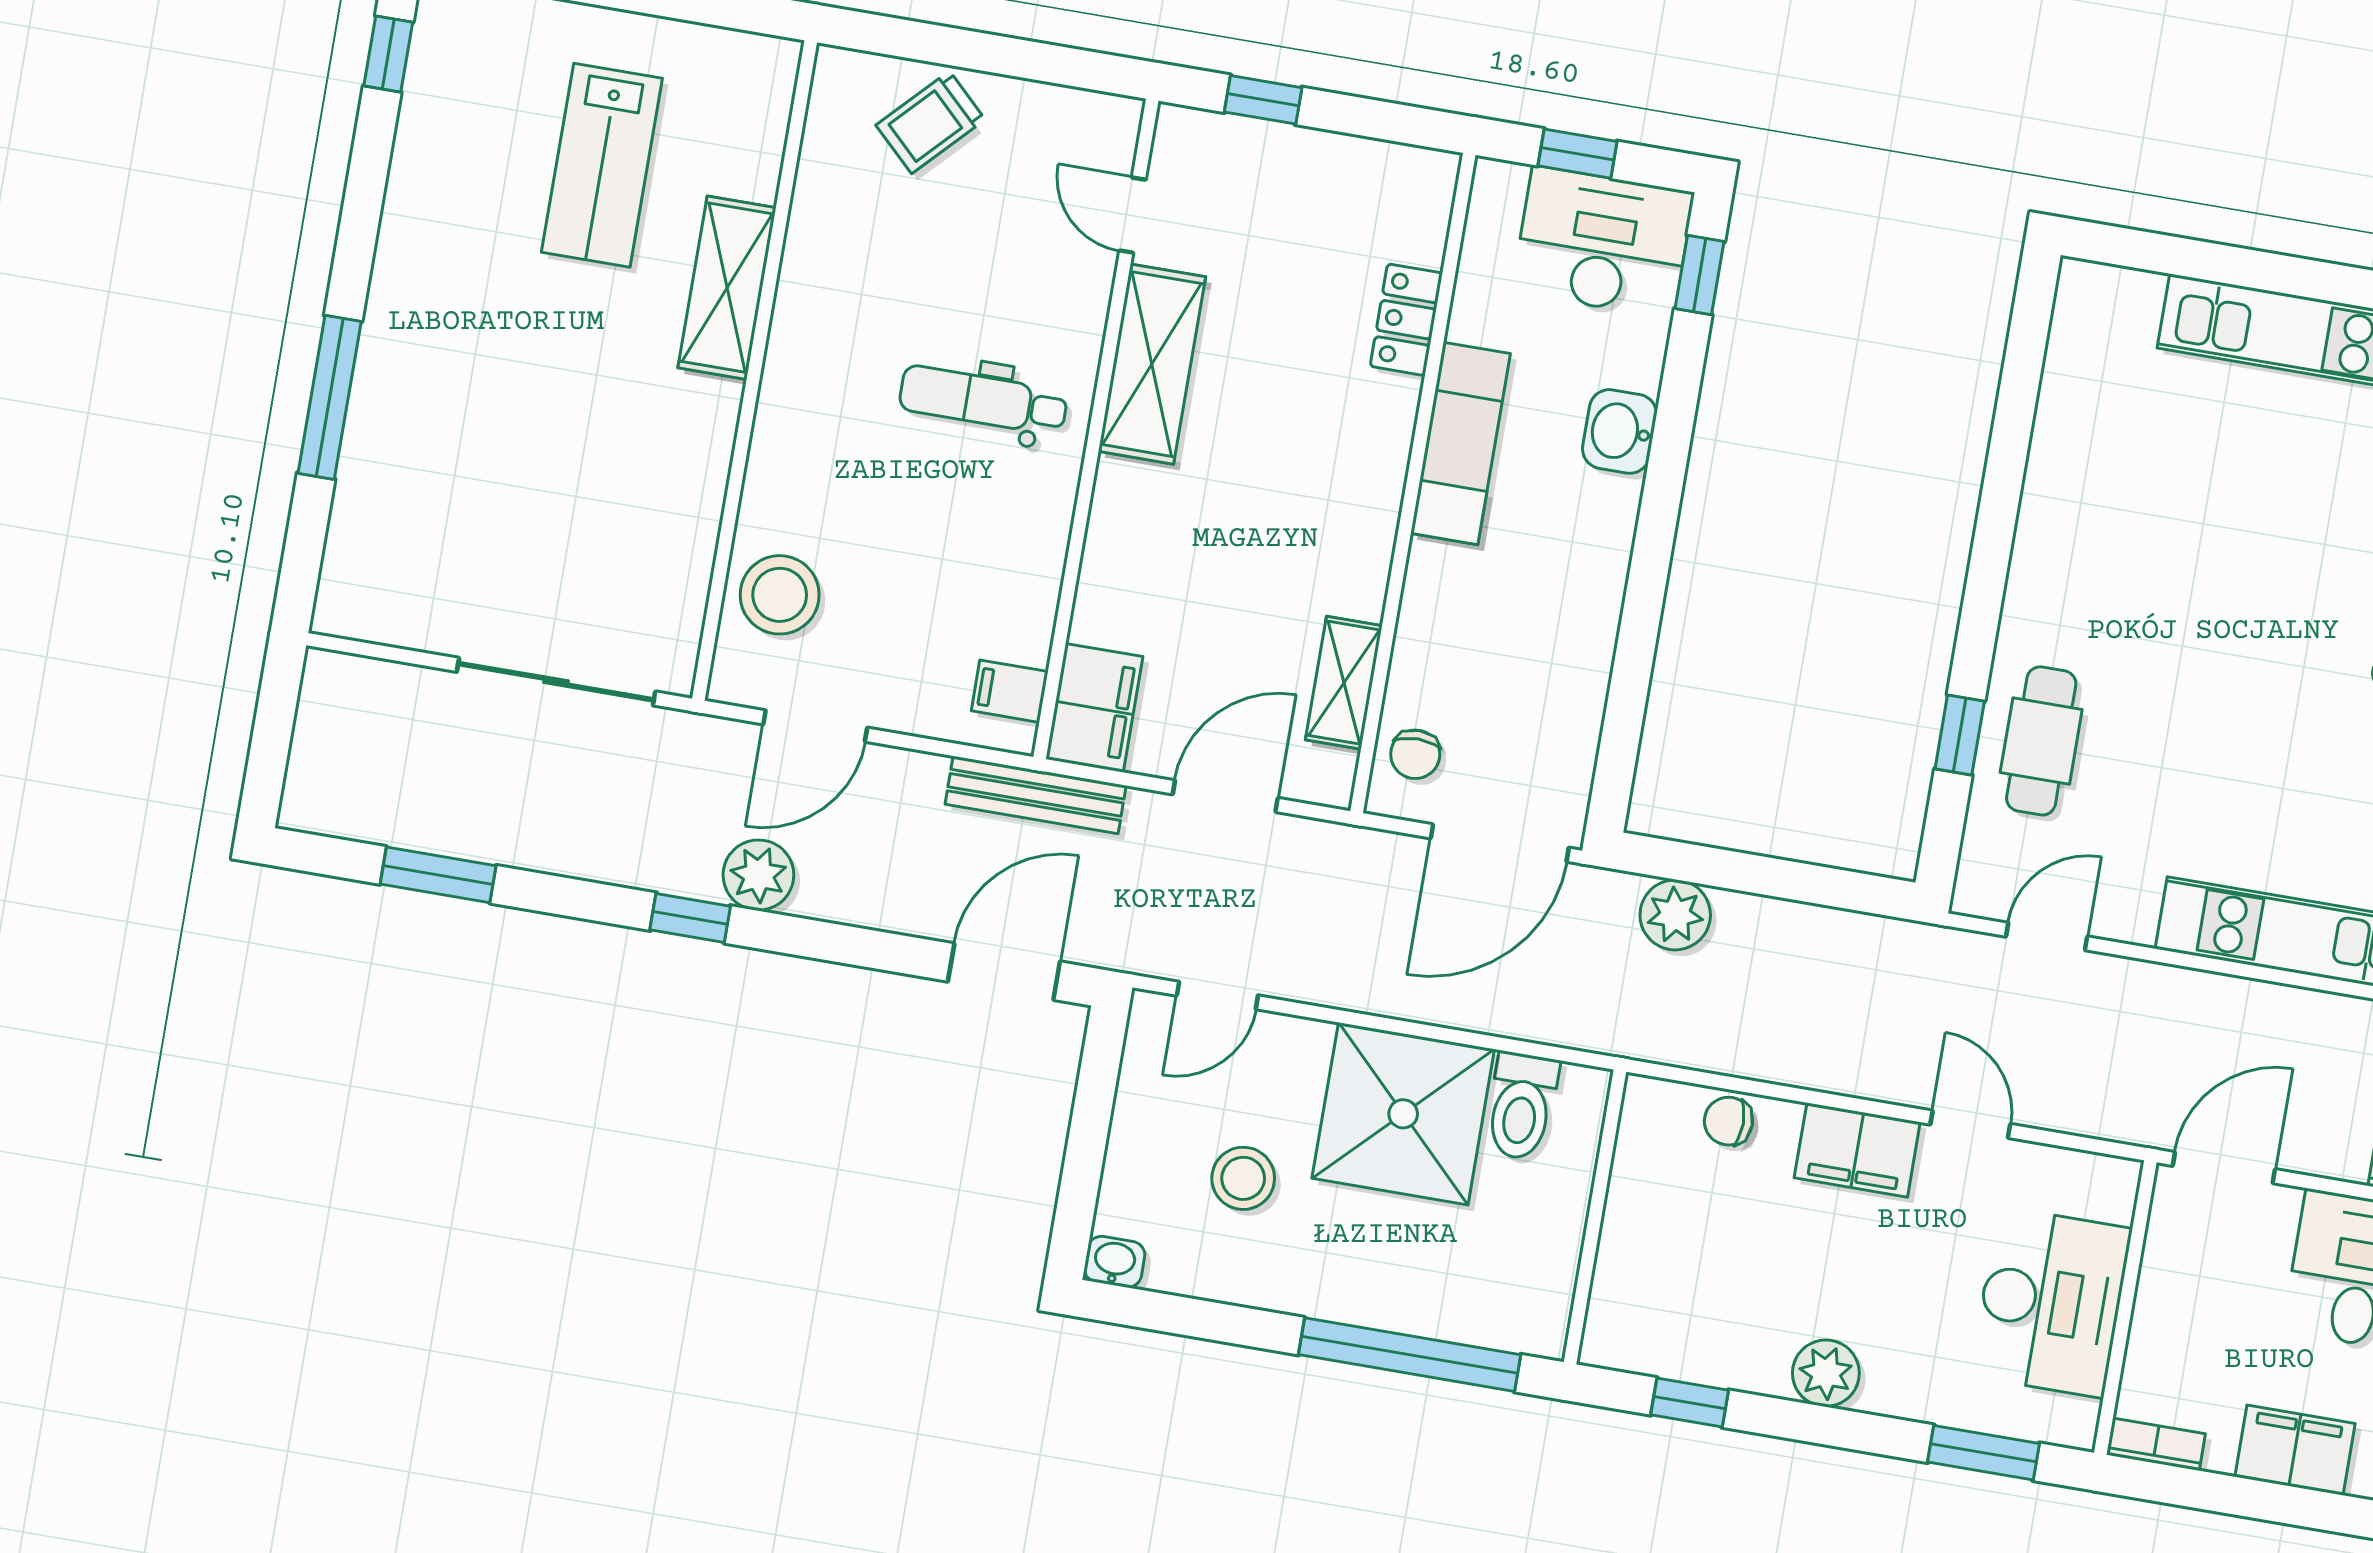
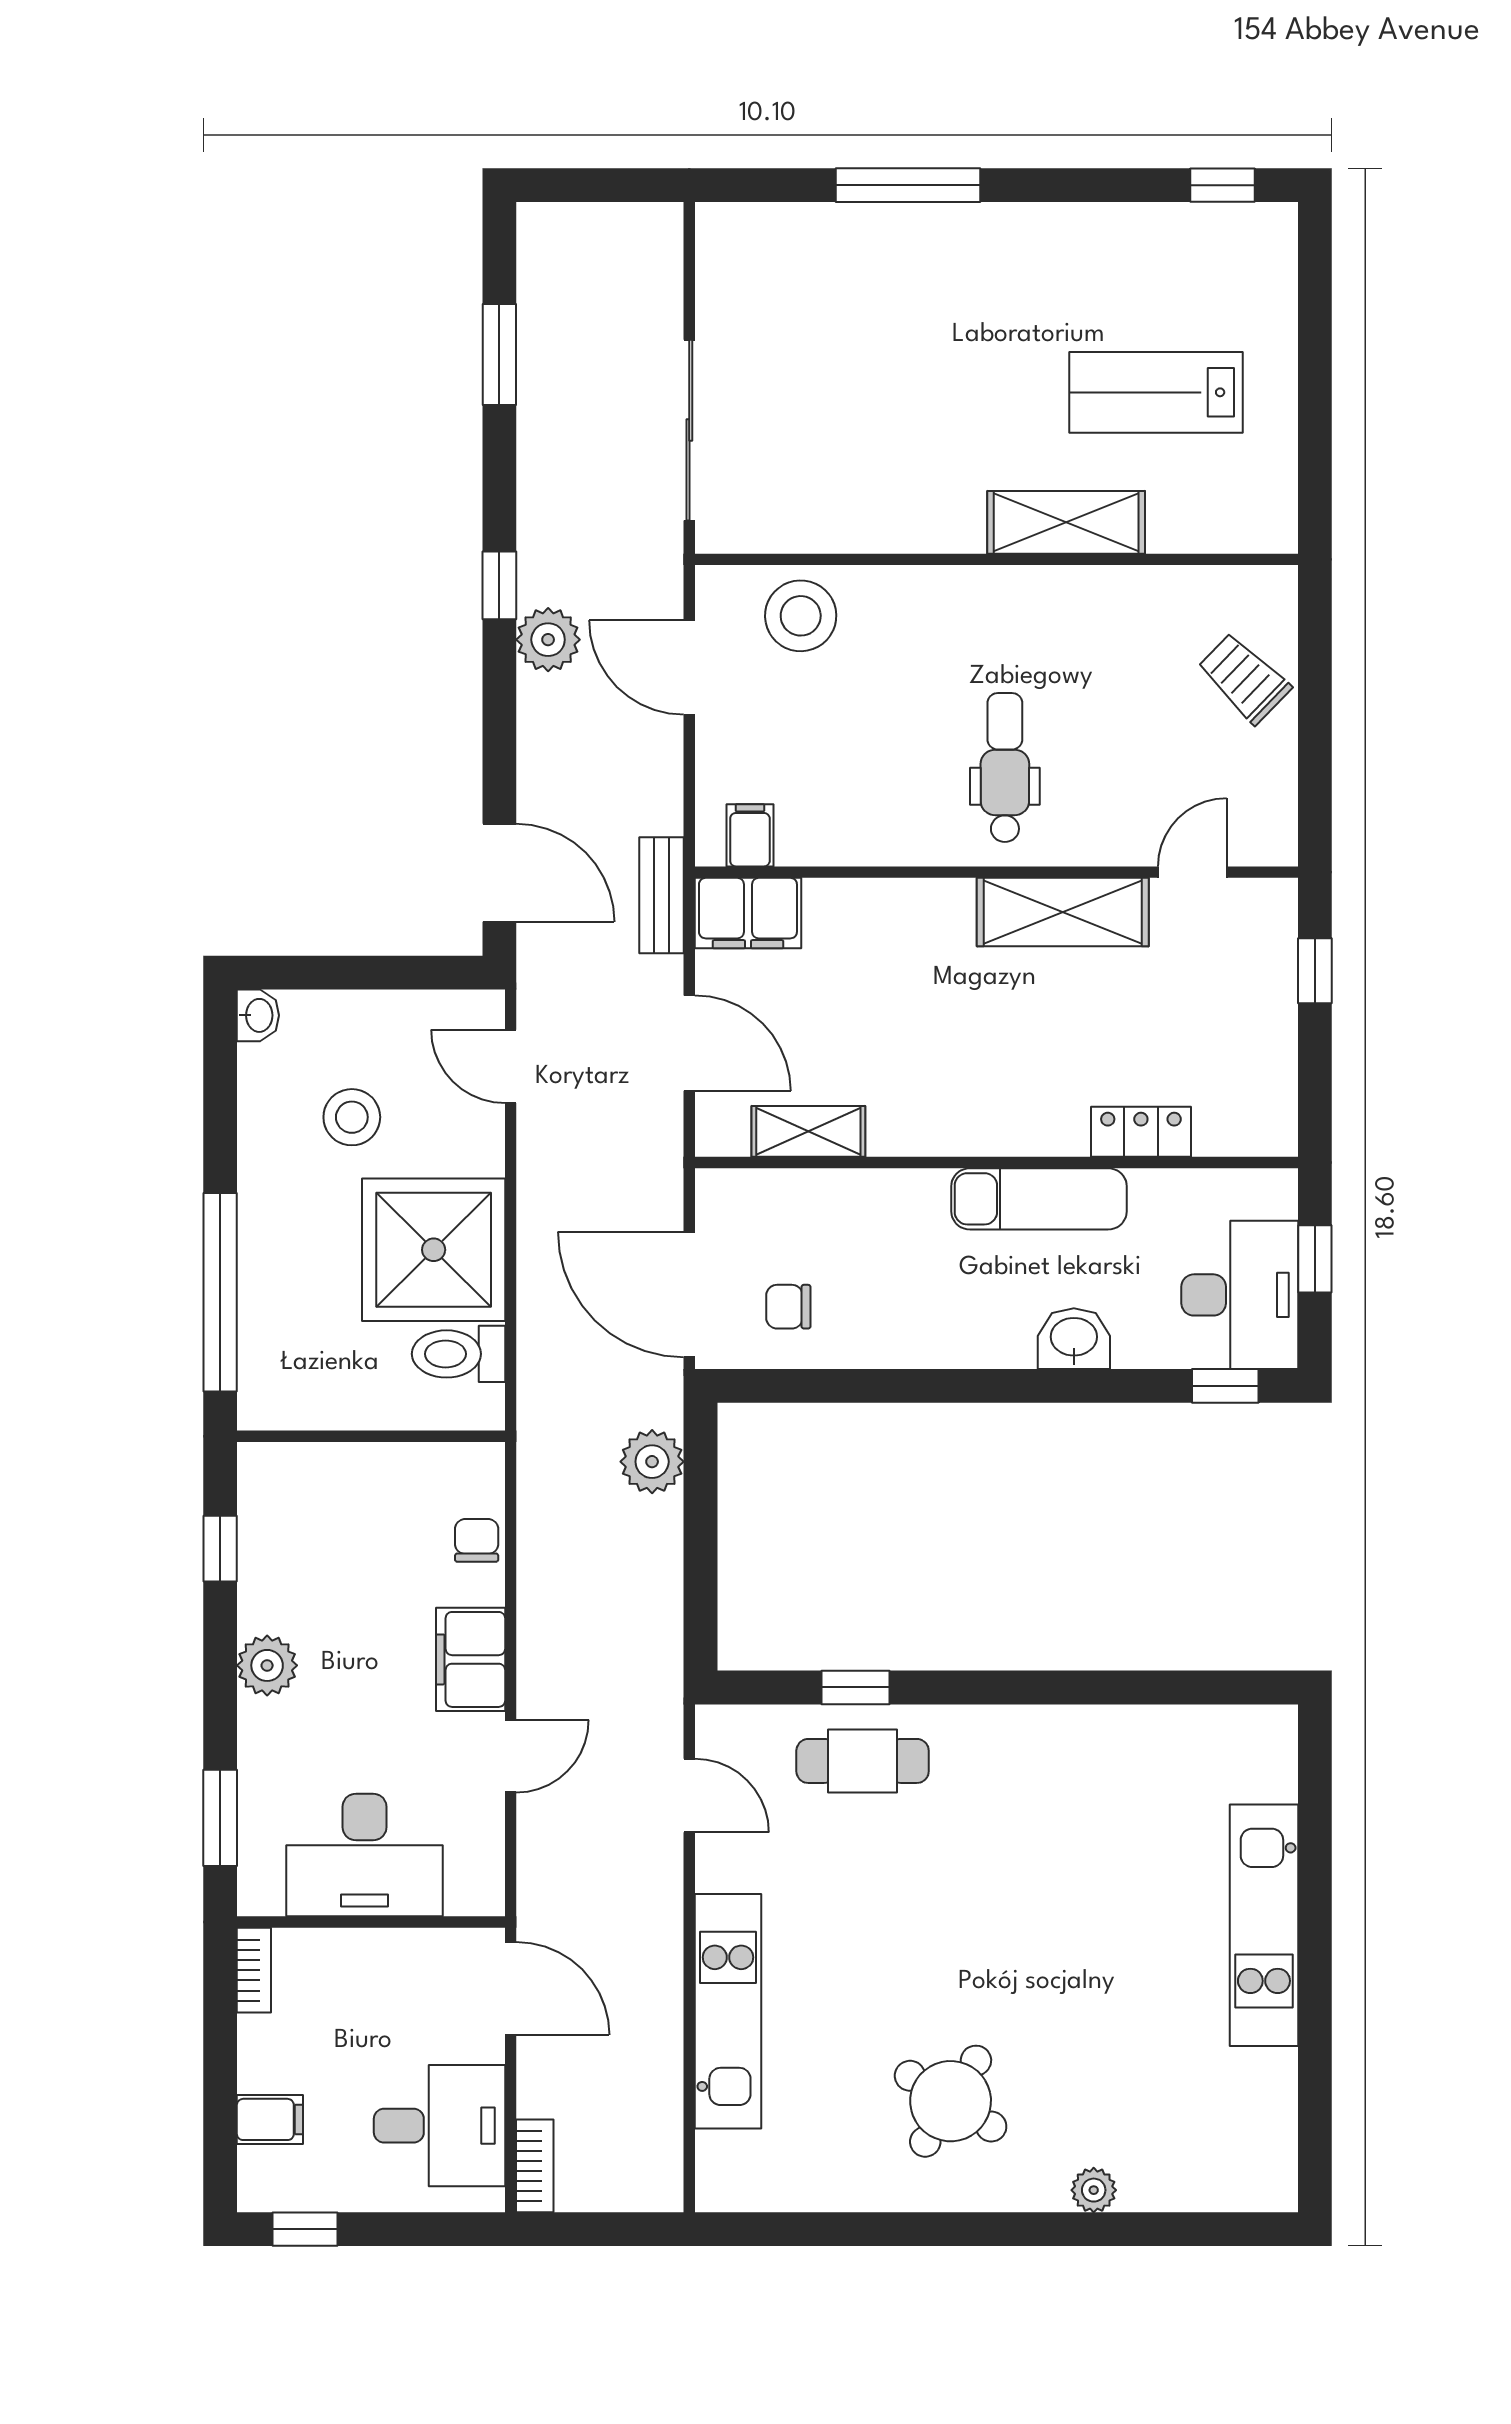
chair: (1415, 754) -> (788, 1307), moved
bench: (1036, 795) -> (662, 895), width x0.73
filing cabinet: (2295, 1450) -> (270, 2119), width x0.50

